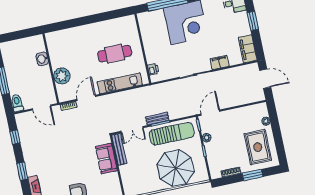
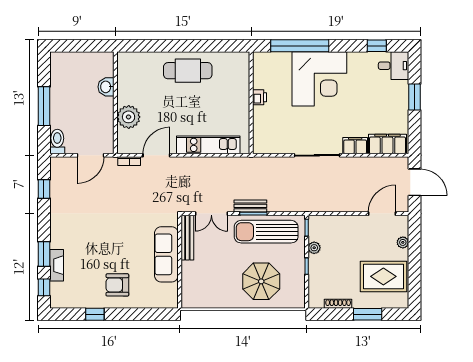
filing cabinet: (248, 49) -> (387, 144), moved, turned 90
cafe table: (115, 54) -> (188, 71), moved
printer: (153, 69) -> (259, 97), moved
door: (42, 107) -> (91, 155), hinge flipped
door: (210, 113) -> (382, 214), moved
sun lounger: (172, 134) -> (266, 232), turned 180
rug: (258, 147) -> (383, 276), turned 90
sofa: (106, 159) -> (166, 254), width x1.36
parasol: (176, 168) -> (261, 281), width x0.73, depth x0.73
window: (22, 171) -> (44, 254), moved

